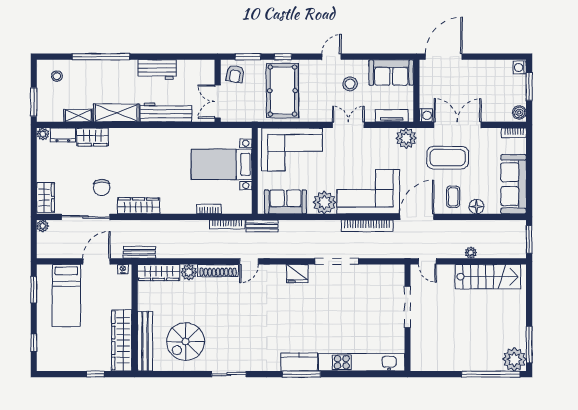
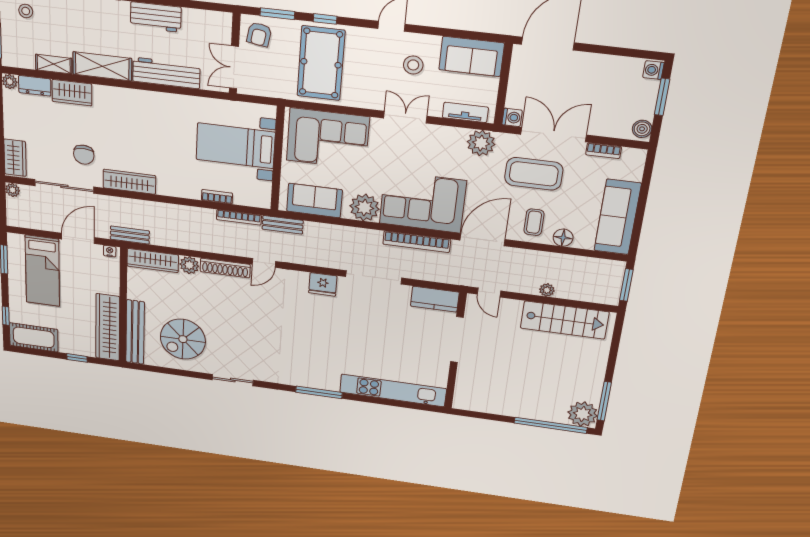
bookcase: (514, 133) -> (603, 151), moved
cot: (58, 360) -> (34, 337), added
kitchen counter: (299, 362) -> (435, 299), moved, turned 180

